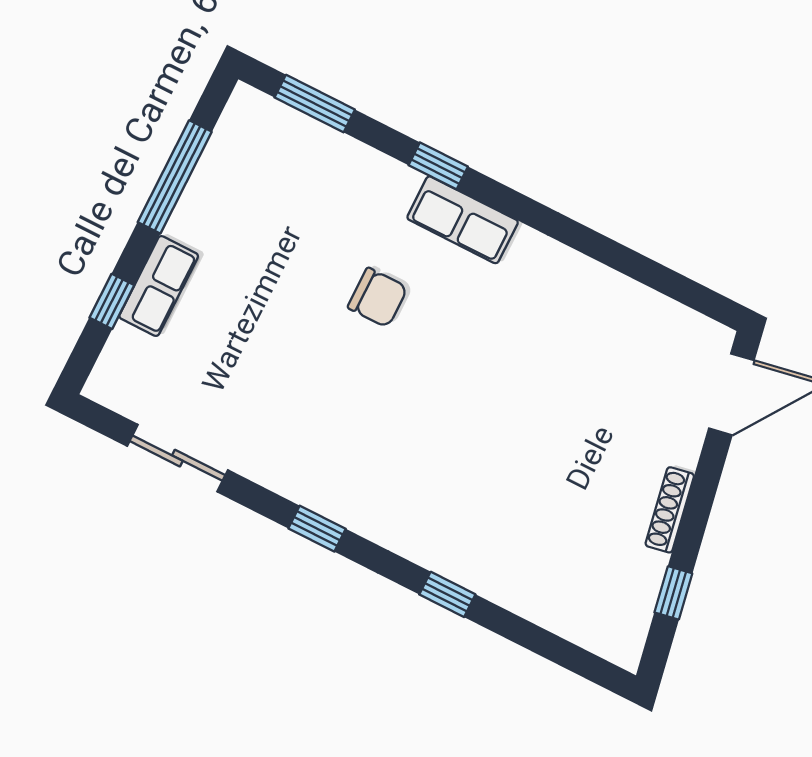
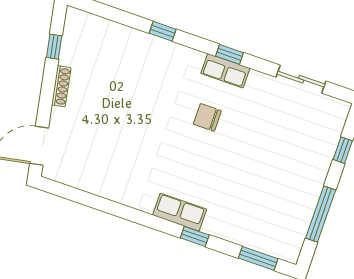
row of seats: (159, 286) -> (225, 71), moved, turned -90
chair: (378, 298) -> (207, 117), moved

